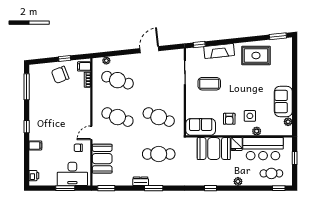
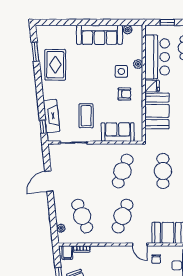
window: (278, 36) -> (35, 52), moved
door: (149, 50) -> (49, 181), hinge flipped
fireplace: (219, 51) -> (52, 116), moved
cafe table: (117, 80) -> (82, 216), turned -39
sofa: (283, 102) -> (100, 35), width x1.36
sofa: (201, 127) -> (118, 132), moved, turned 90

